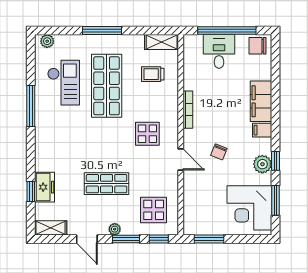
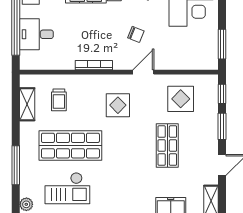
window: (102, 31) -> (16, 165), moved
shelving: (162, 42) -> (27, 104), moved
checkout: (64, 83) -> (67, 188), turned 180
display table: (154, 210) -> (181, 99), moved
plant: (115, 229) -> (212, 138), removed

